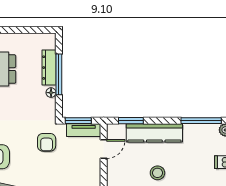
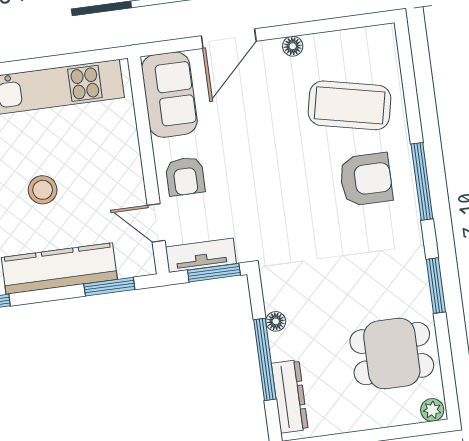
dresser: (49, 68) -> (290, 396), moved
armchair: (47, 142) -> (185, 176), moved, turned 180
door: (104, 149) -> (156, 223), hinge flipped

